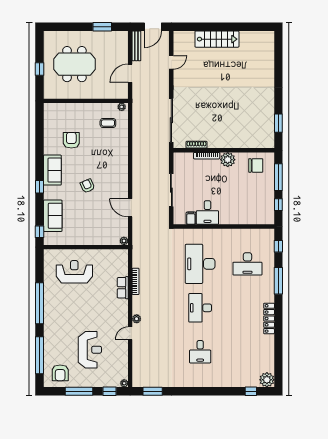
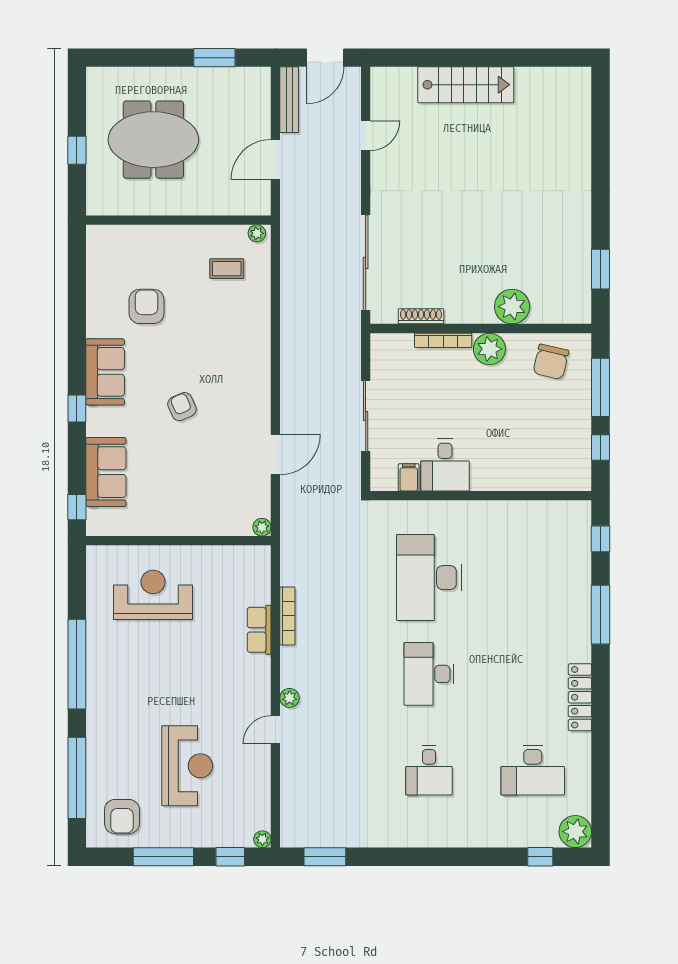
plant: (238, 140) -> (512, 307), added
chair: (256, 165) -> (551, 362), turned 103
door: (130, 208) -> (275, 454), swing flipped
desk: (247, 264) -> (533, 770), moved

